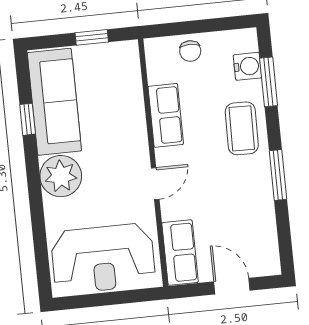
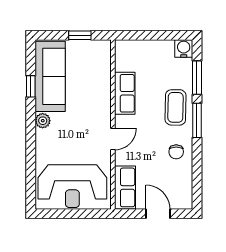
chair: (190, 51) -> (176, 152), moved
water cooler: (247, 66) -> (184, 48), moved, turned -90
window: (278, 175) -> (197, 120), moved
plant: (61, 176) -> (43, 121), width x0.53, depth x0.53

